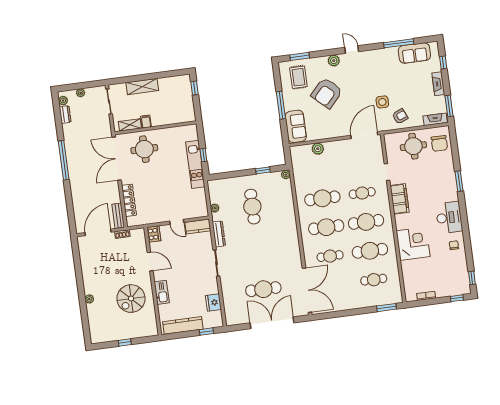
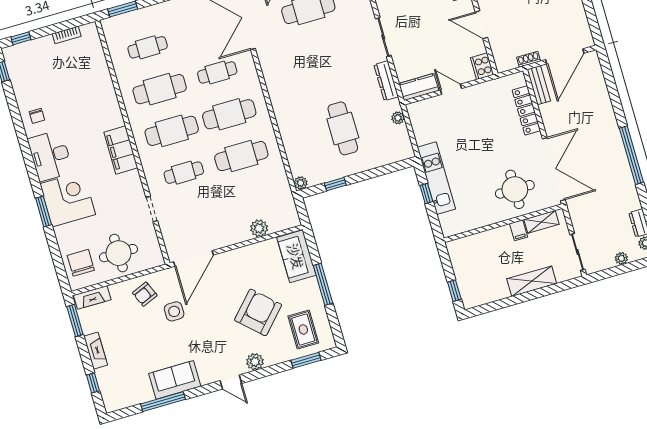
sofa: (414, 53) -> (175, 380), moved
filing cabinet: (400, 199) -> (121, 150), moved
corner desk: (413, 244) -> (68, 199), moved, turned 180

